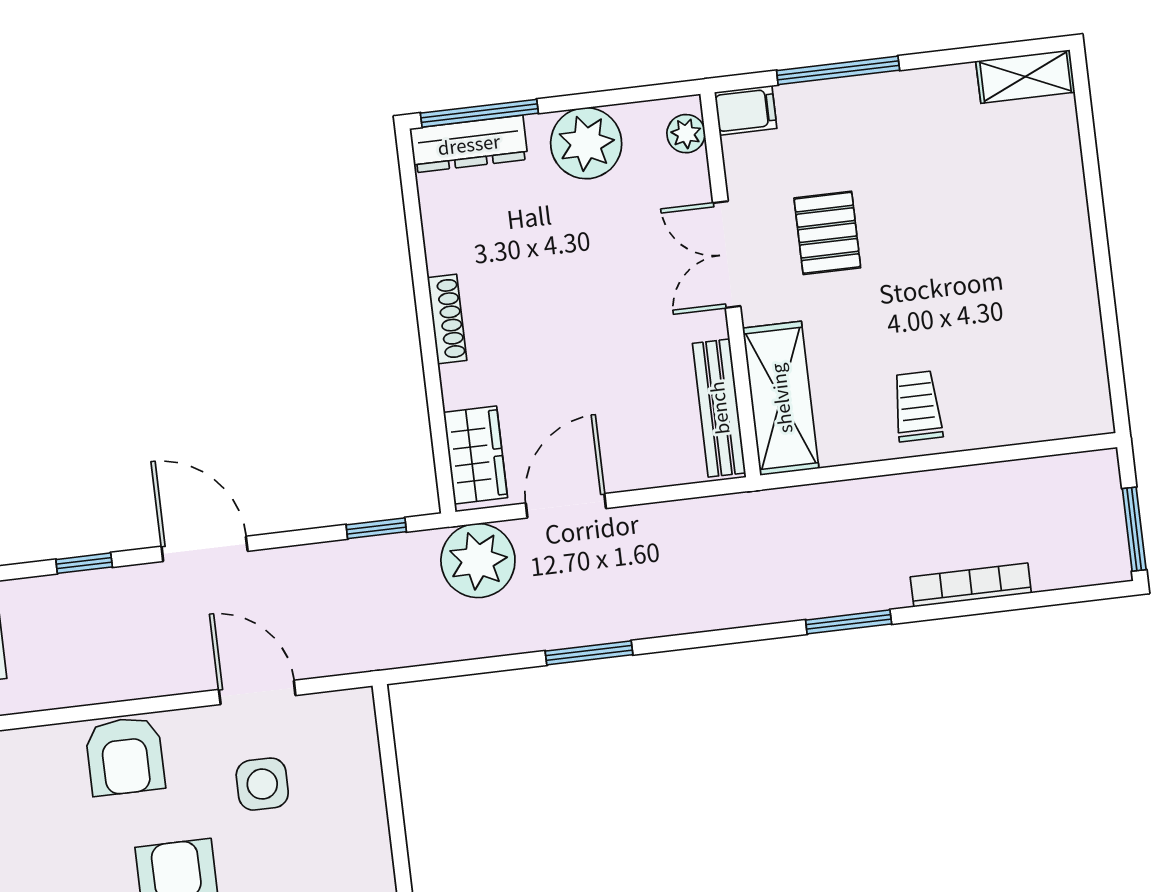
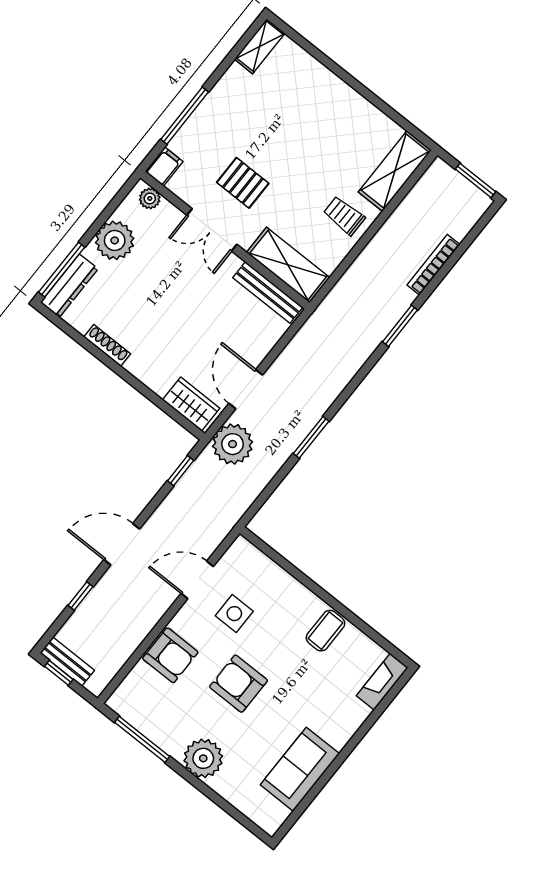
shoe rack: (447, 319) -> (107, 345), moved
shelving: (1041, 413) -> (395, 171), added

